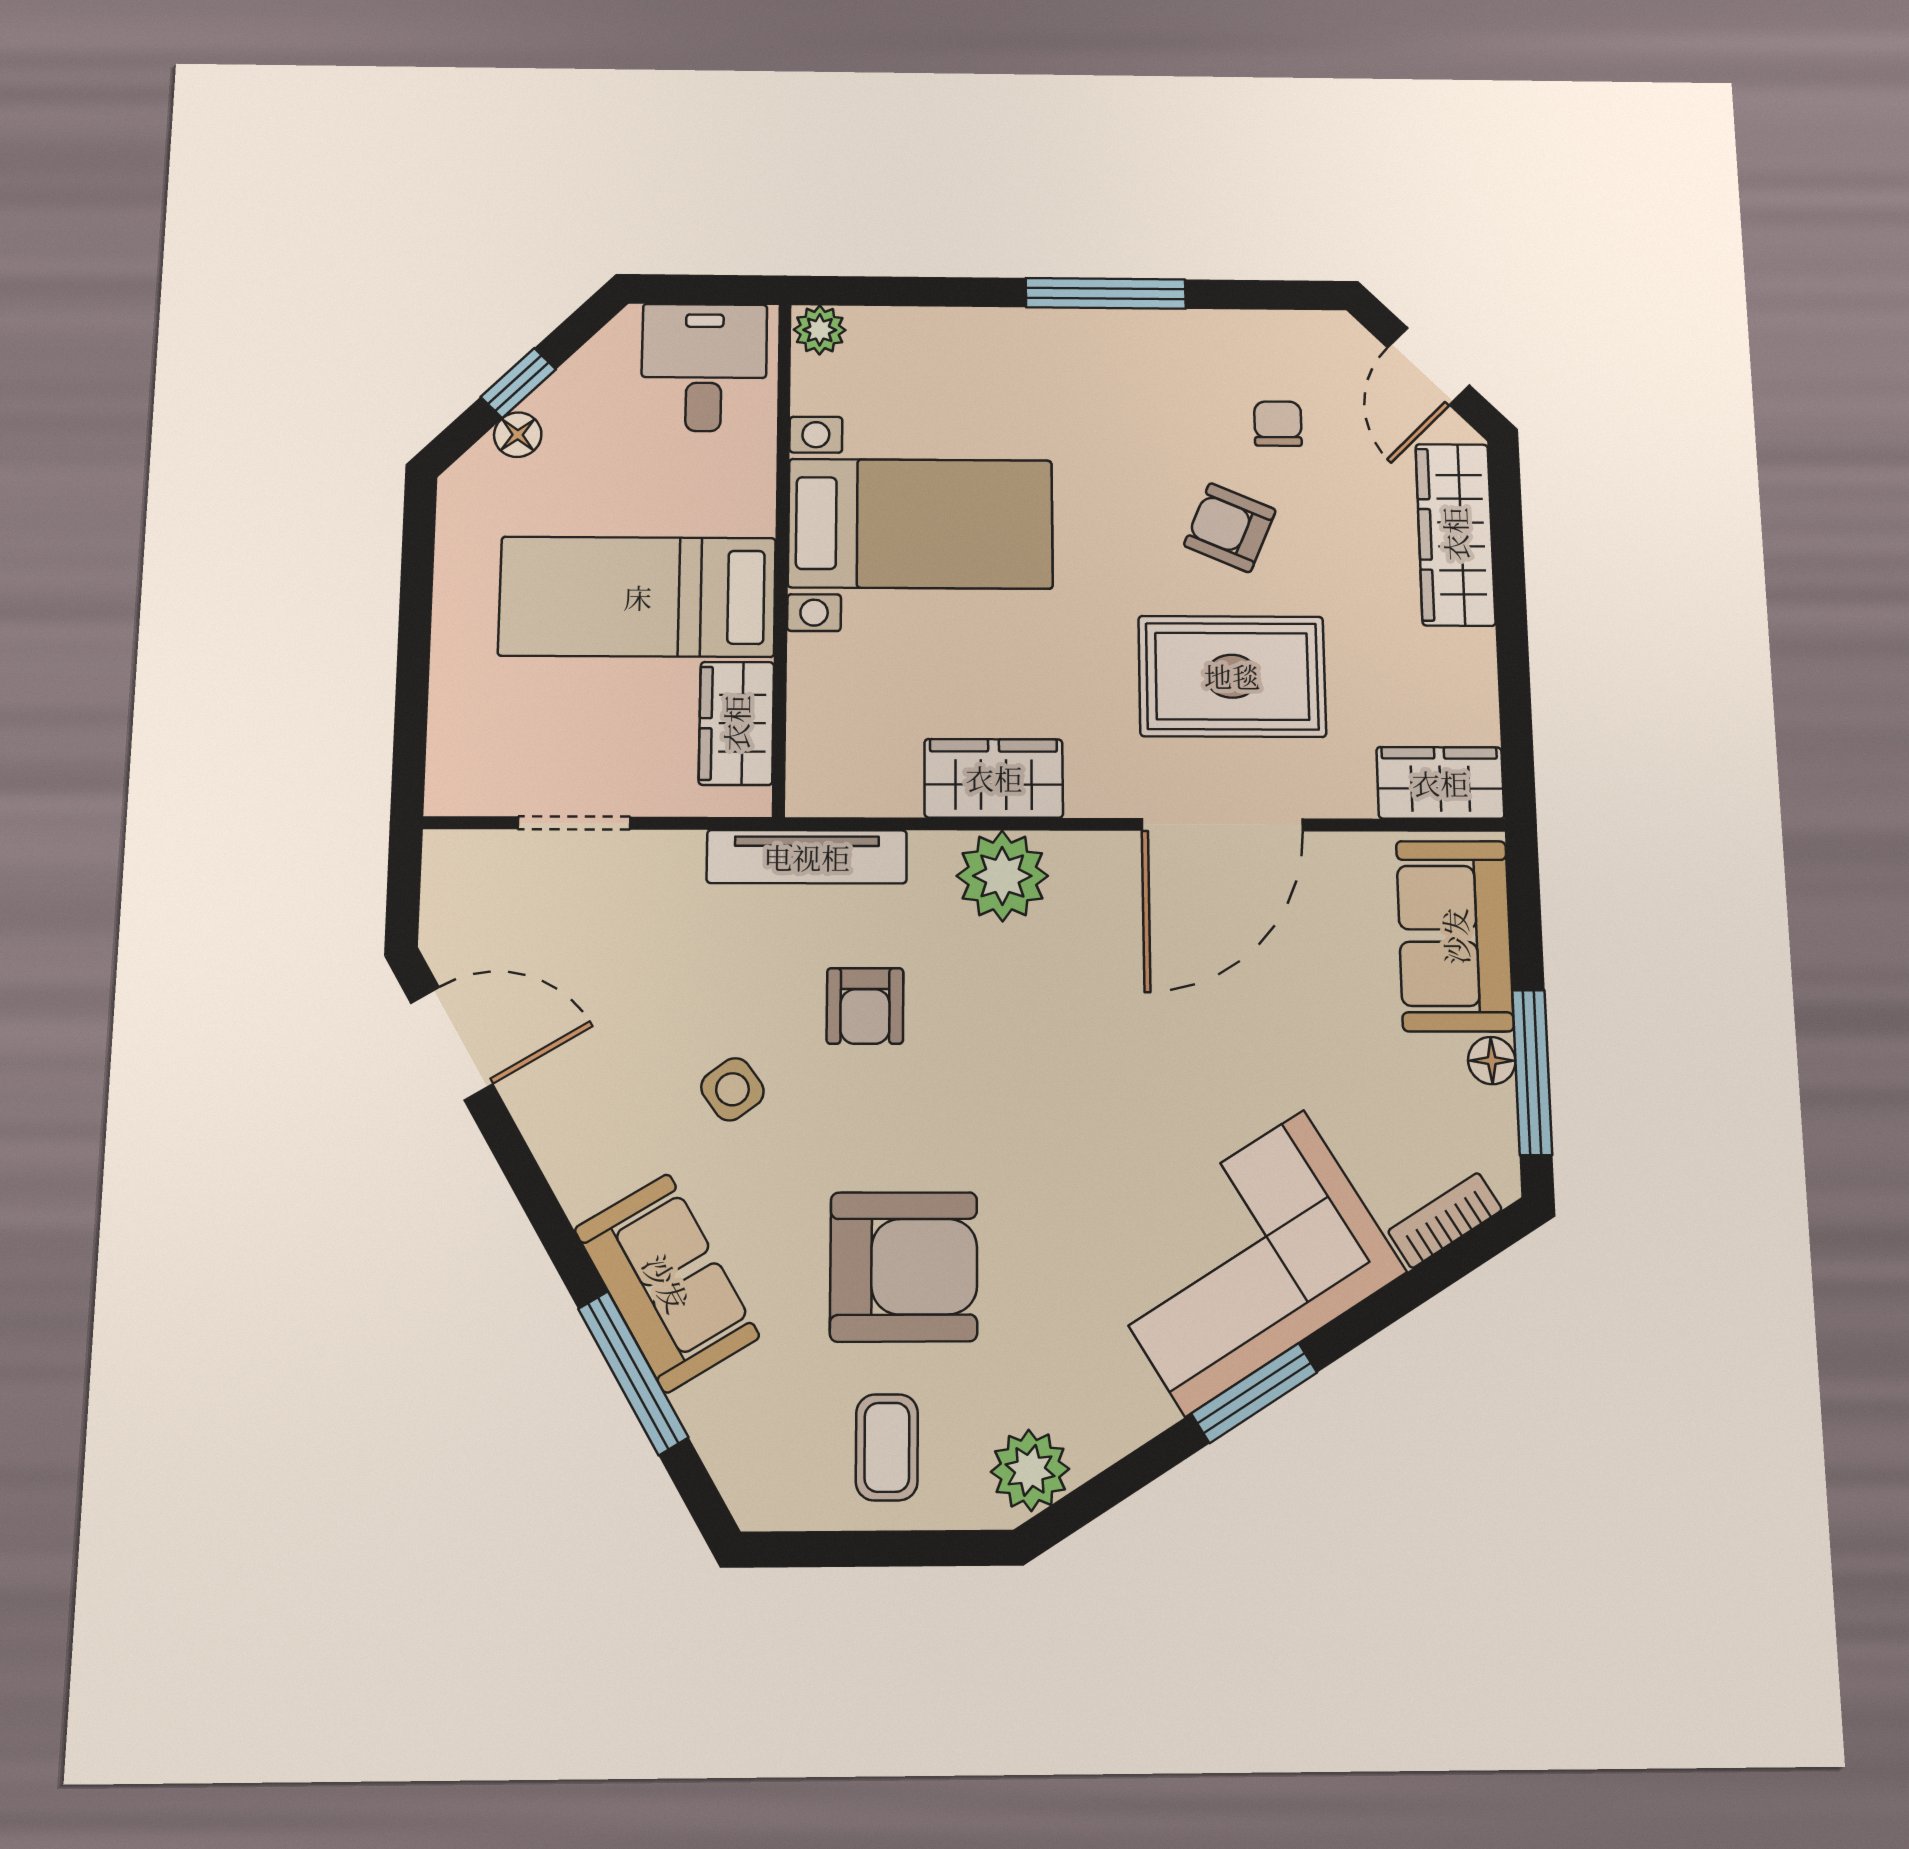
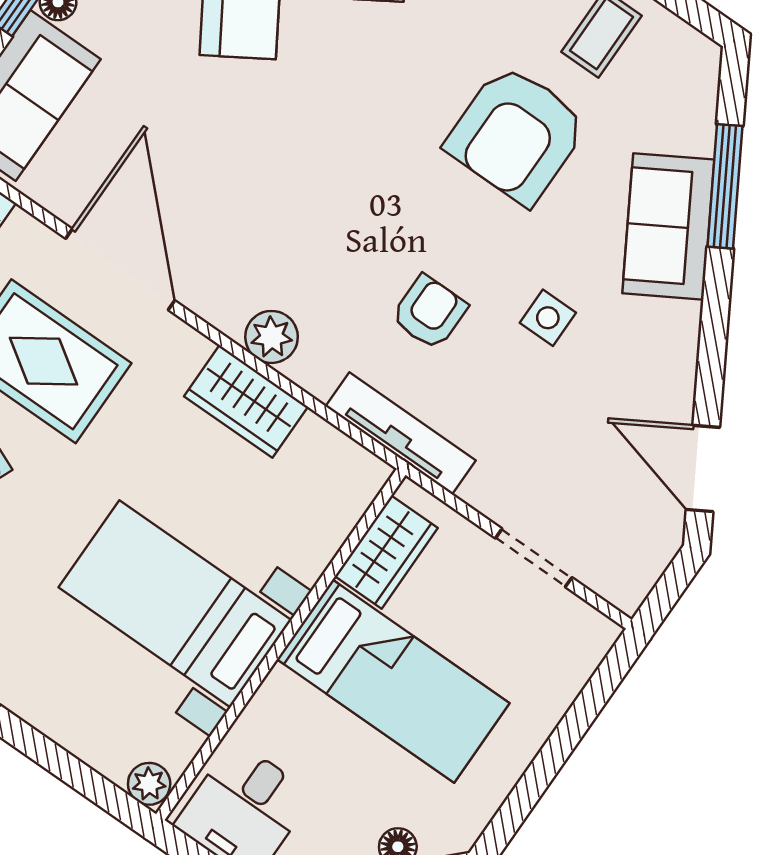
door: (1222, 825) -> (120, 269), hinge flipped
plant: (1002, 876) -> (272, 337), width x0.73, depth x0.73
side table: (732, 1089) -> (548, 318), turned 36
armchair: (904, 1267) -> (517, 134), turned -90

